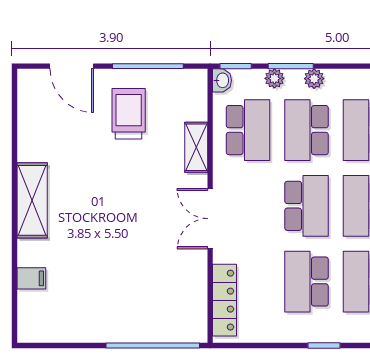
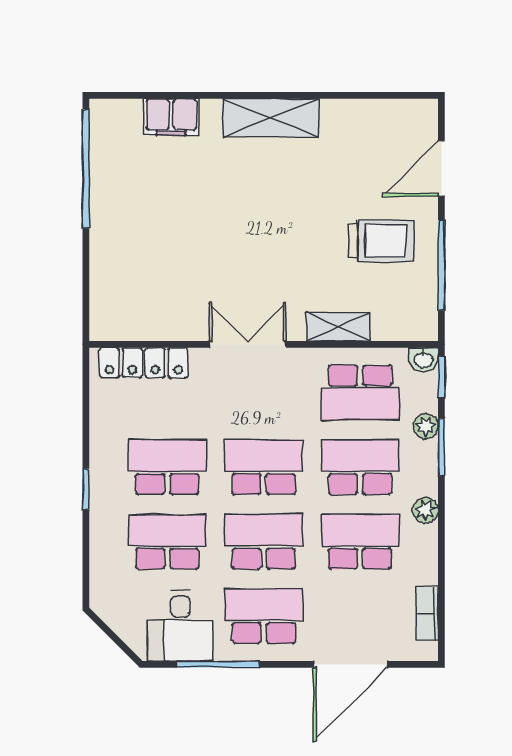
plant: (314, 79) -> (425, 510), moved
school desk: (307, 206) -> (264, 467), turned 180
filing cabinet: (31, 278) -> (171, 117), width x2.00
window: (153, 346) -> (86, 169), moved

